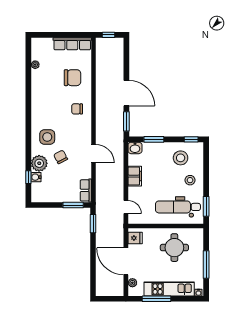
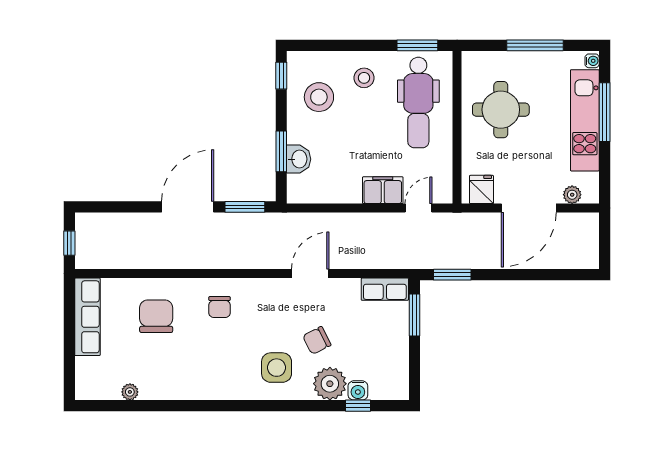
washbasin: (135, 148) -> (299, 159), moved
filing cabinet: (135, 176) -> (383, 190), moved
window: (157, 299) -> (605, 112), moved

